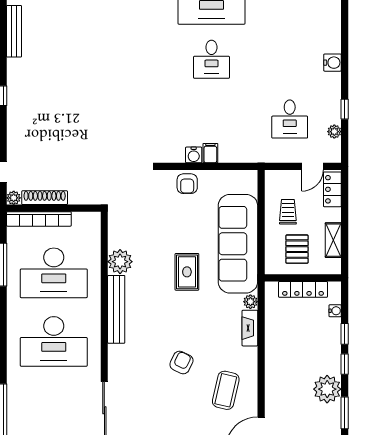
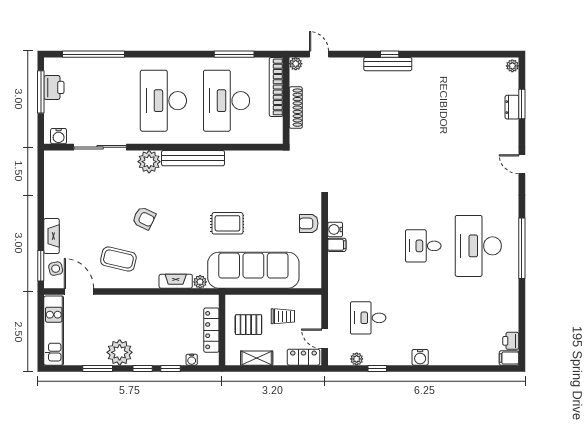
bench: (14, 31) -> (388, 64), moved
shoe rack: (45, 198) -> (296, 108), moved
plant: (120, 262) -> (149, 162), moved

